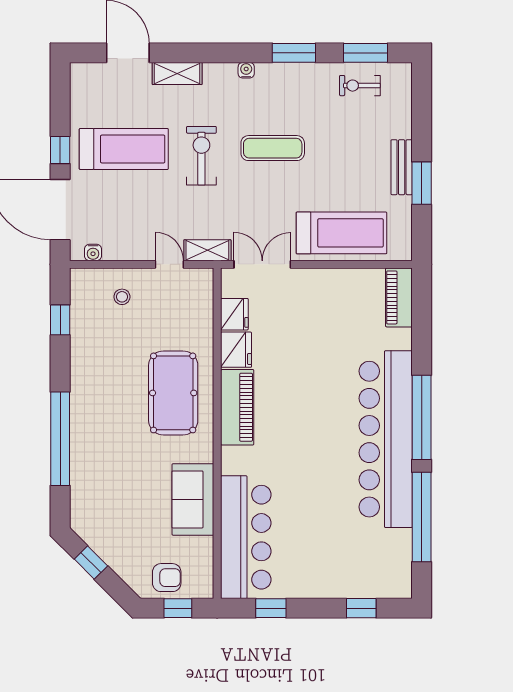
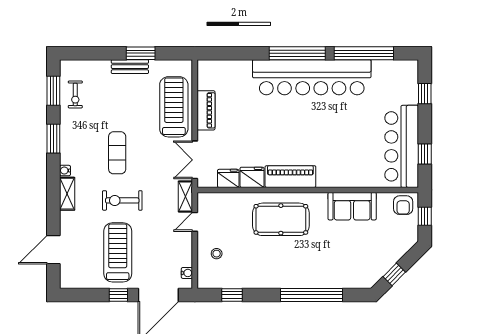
shelving: (177, 73) -> (67, 194), moved
piano: (399, 297) -> (206, 110), moved, turned -90
bar counter: (246, 537) -> (402, 146), moved, turned -90
armchair: (167, 578) -> (403, 205), moved, turned 180

